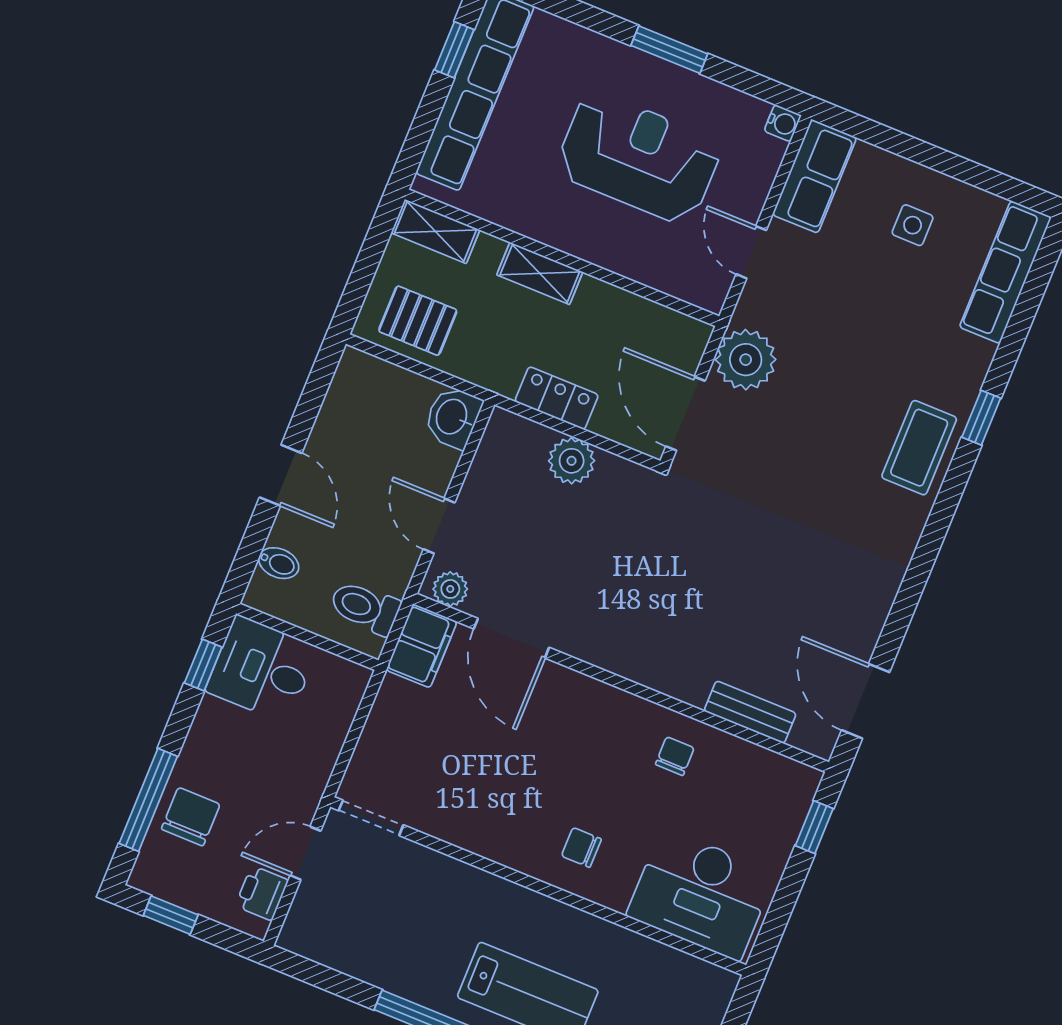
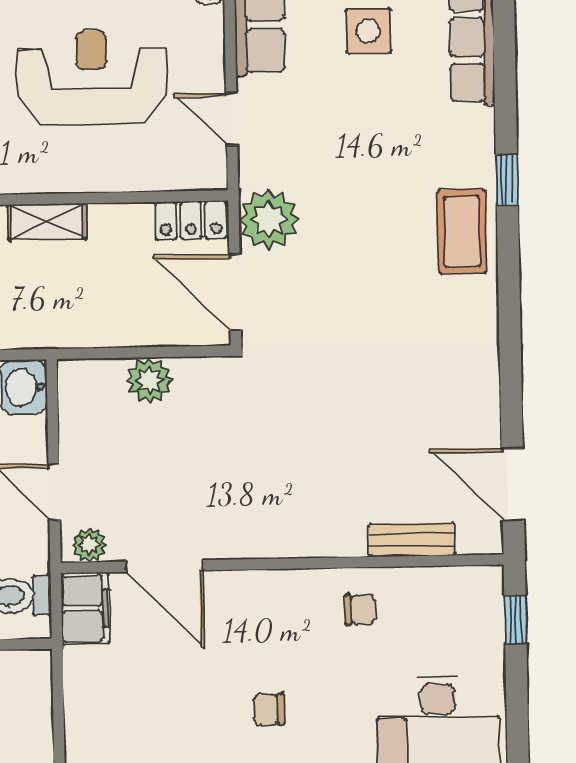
side table: (913, 225) -> (368, 31), width x1.37, depth x1.37
locker: (557, 398) -> (191, 220), moved, turned 180
chair: (675, 756) -> (360, 610), turned 90
chair: (581, 847) -> (269, 709), moved

